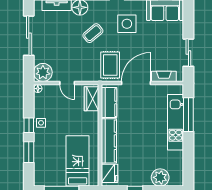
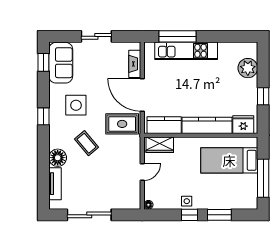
sliding door: (188, 53) -> (96, 36), moved
plant: (43, 72) -> (130, 199), removed

